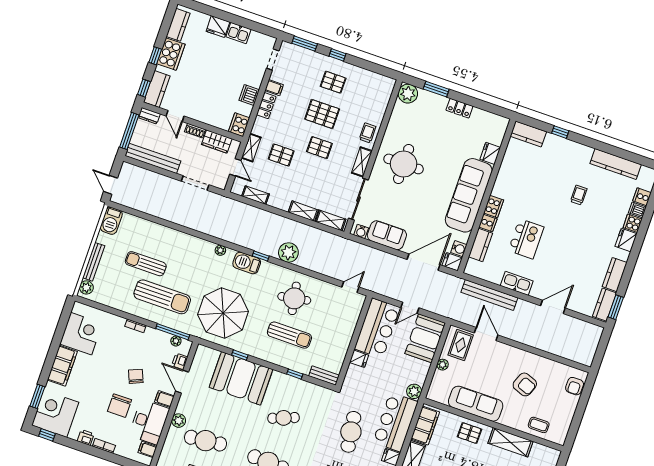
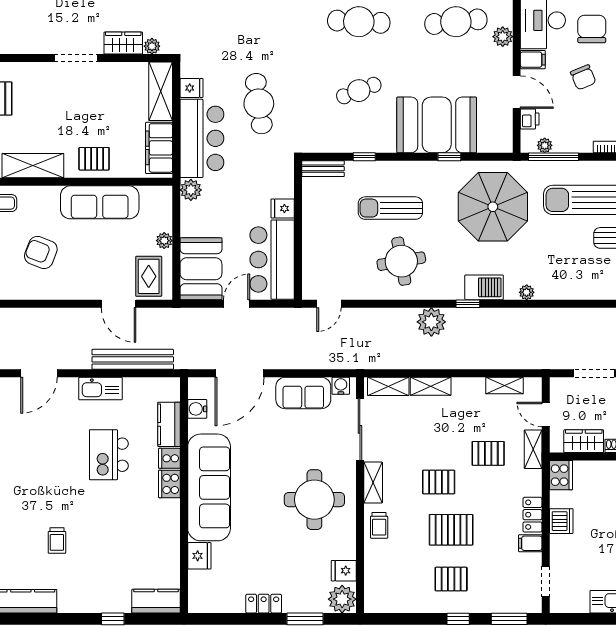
fridge: (452, 262) -> (344, 571), moved, turned 180

